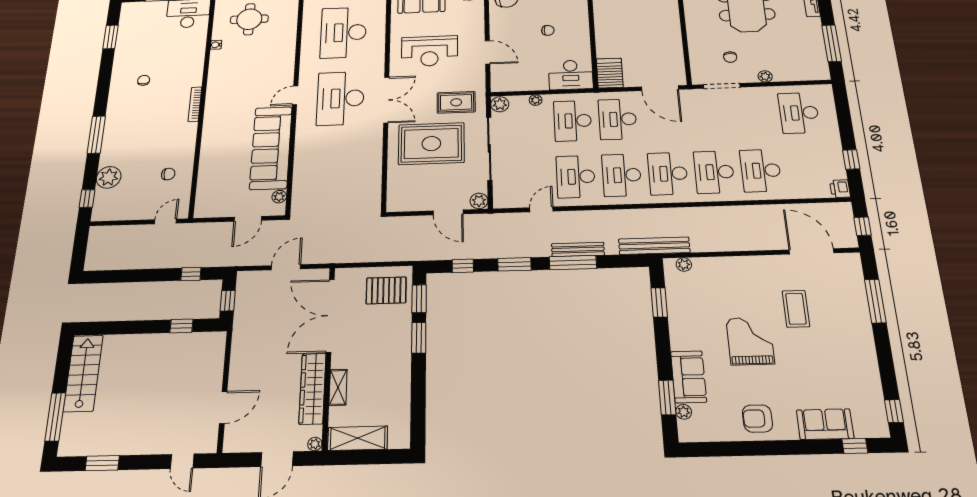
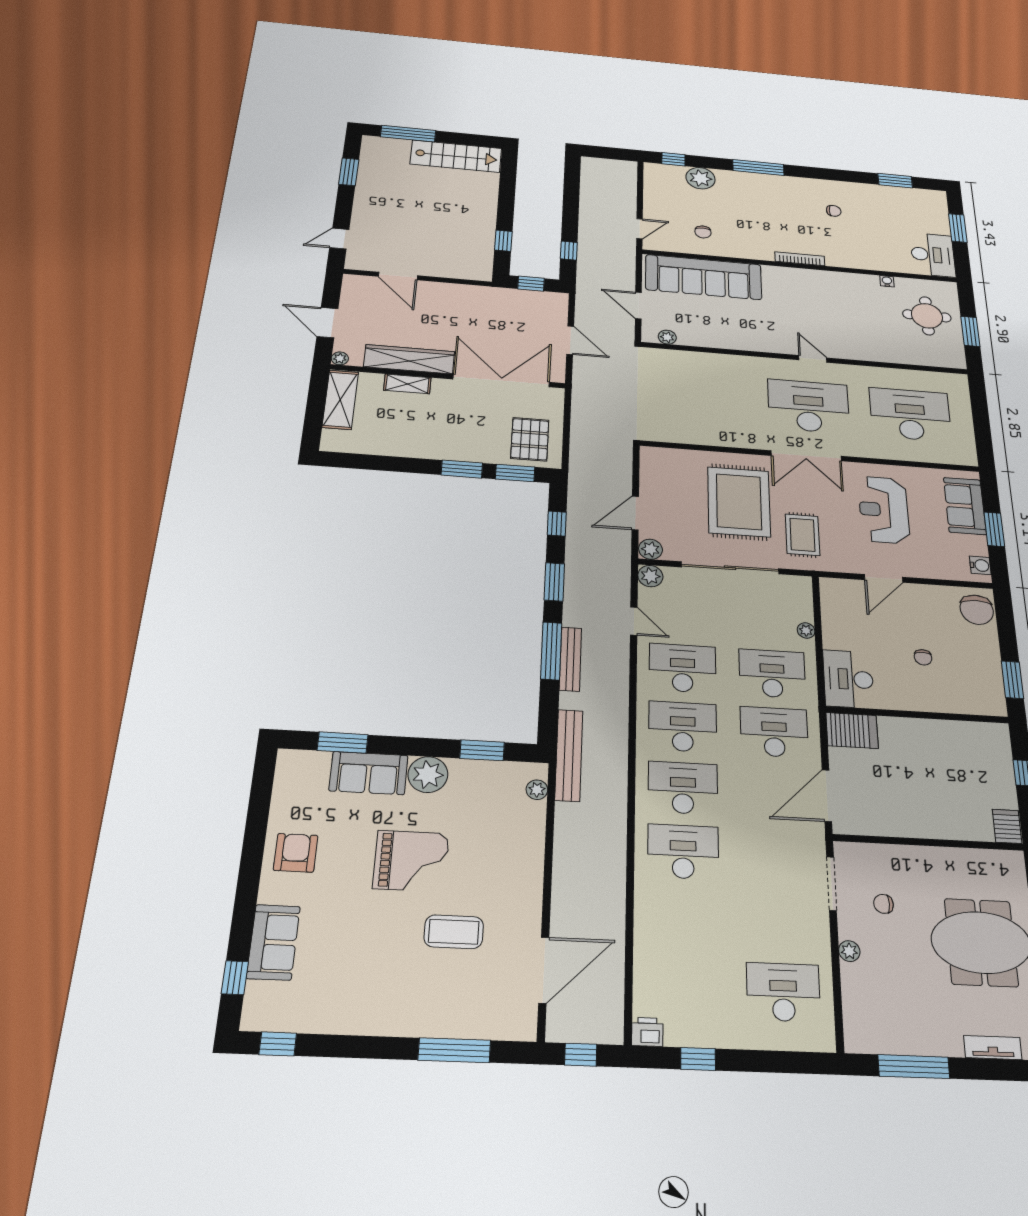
plant: (500, 104) -> (650, 576), moved
sofa: (271, 148) -> (704, 277), moved, turned 180
desk: (761, 170) -> (683, 918), removed
door: (166, 221) -> (639, 229), hinge flipped
plant: (684, 412) -> (428, 775), moved, width x1.87, depth x1.87

